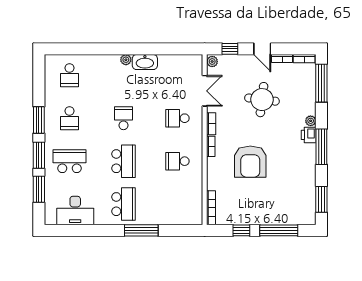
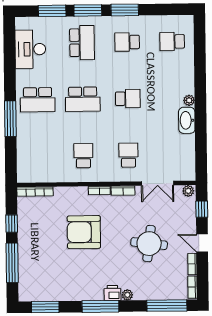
door: (262, 49) -> (202, 243), hinge flipped

